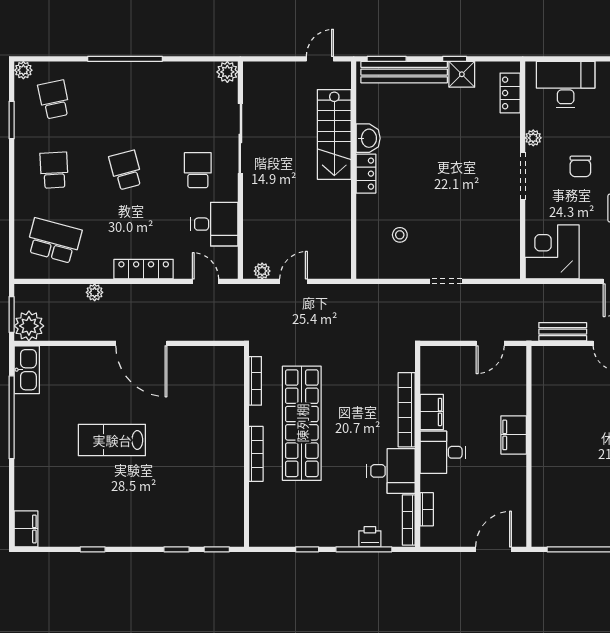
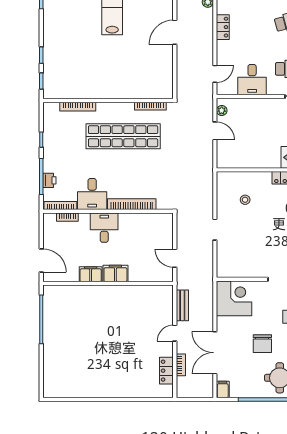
locker: (144, 269) -> (223, 27), width x0.66
door: (141, 343) -> (175, 32), width x0.73
filing cabinet: (432, 412) -> (91, 274), moved, turned 180
bookcase: (256, 454) -> (78, 107), moved

